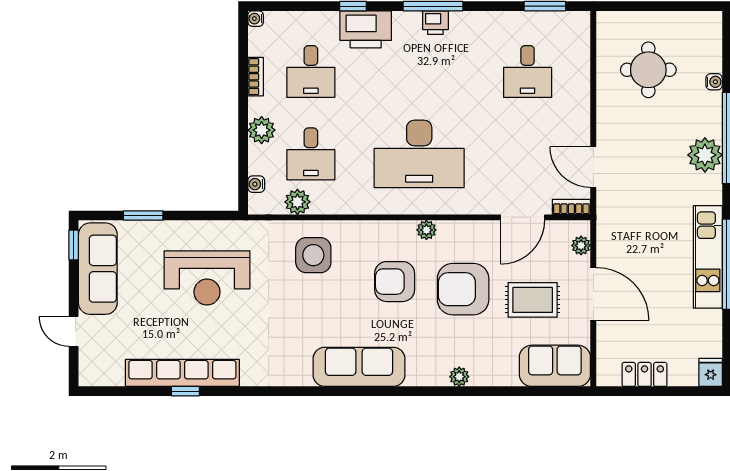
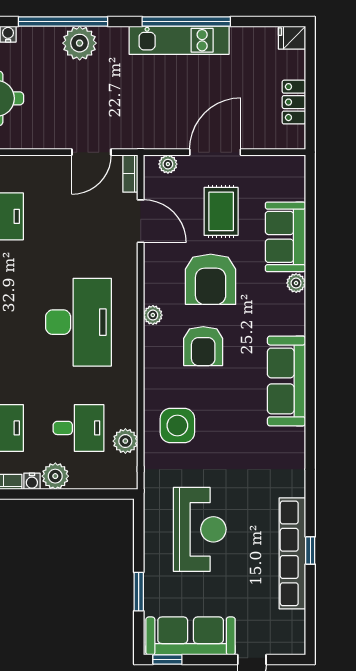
water cooler: (256, 184) -> (32, 481), moved
sofa: (555, 366) -> (285, 237), moved

